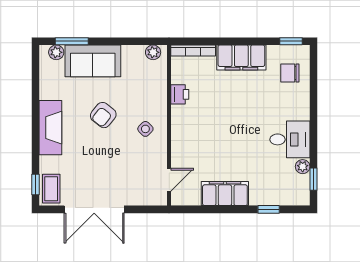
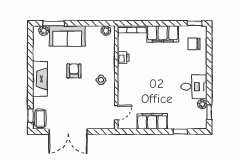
armchair: (103, 115) -> (74, 71), turned 142

